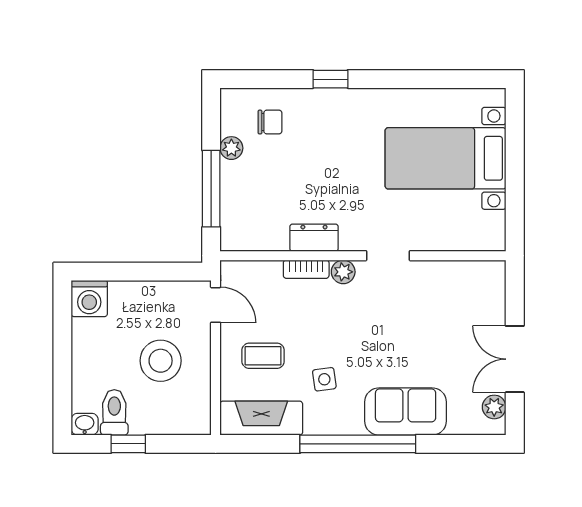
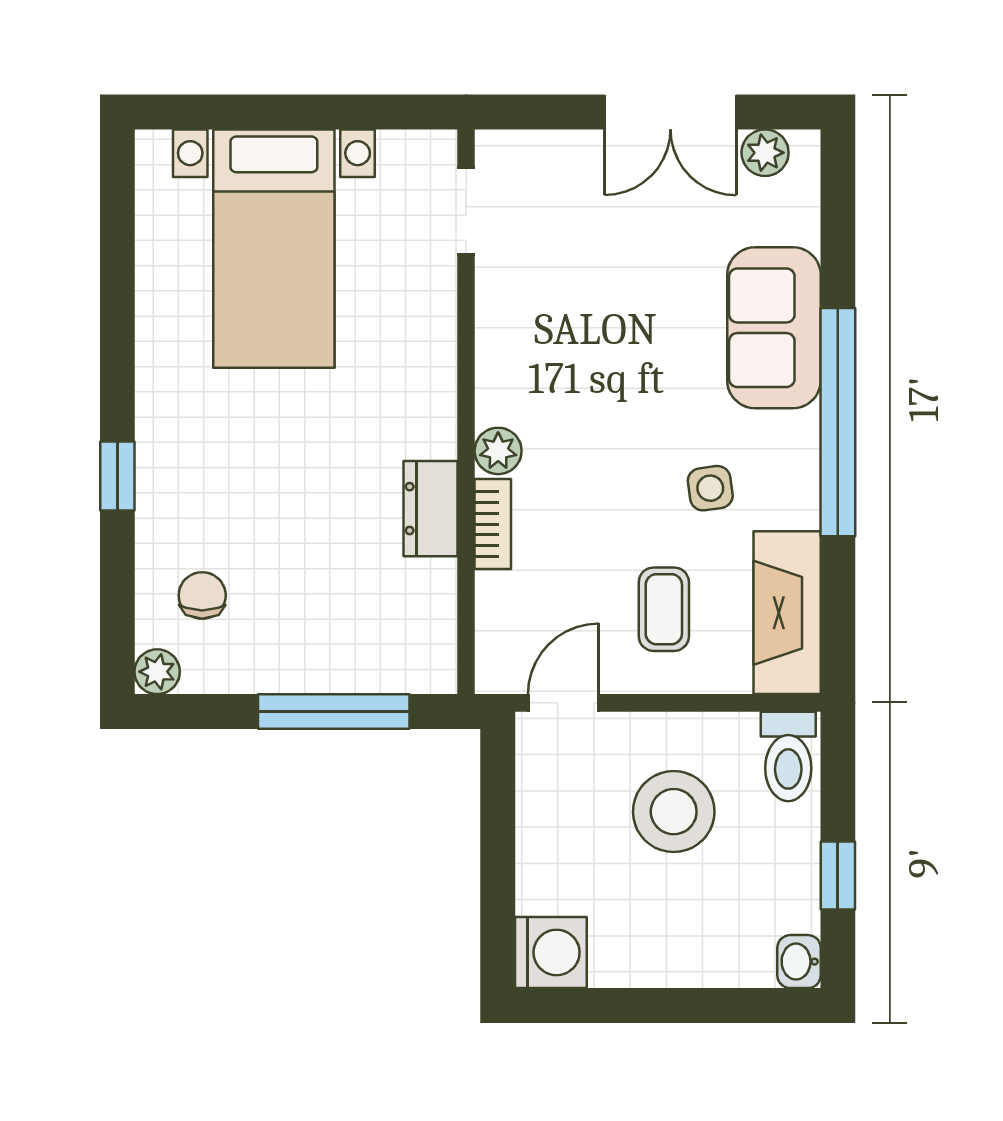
plant: (231, 148) -> (157, 672), moved
doorway: (388, 256) -> (466, 211), moved
toilet: (114, 412) -> (788, 756), moved, turned -90

